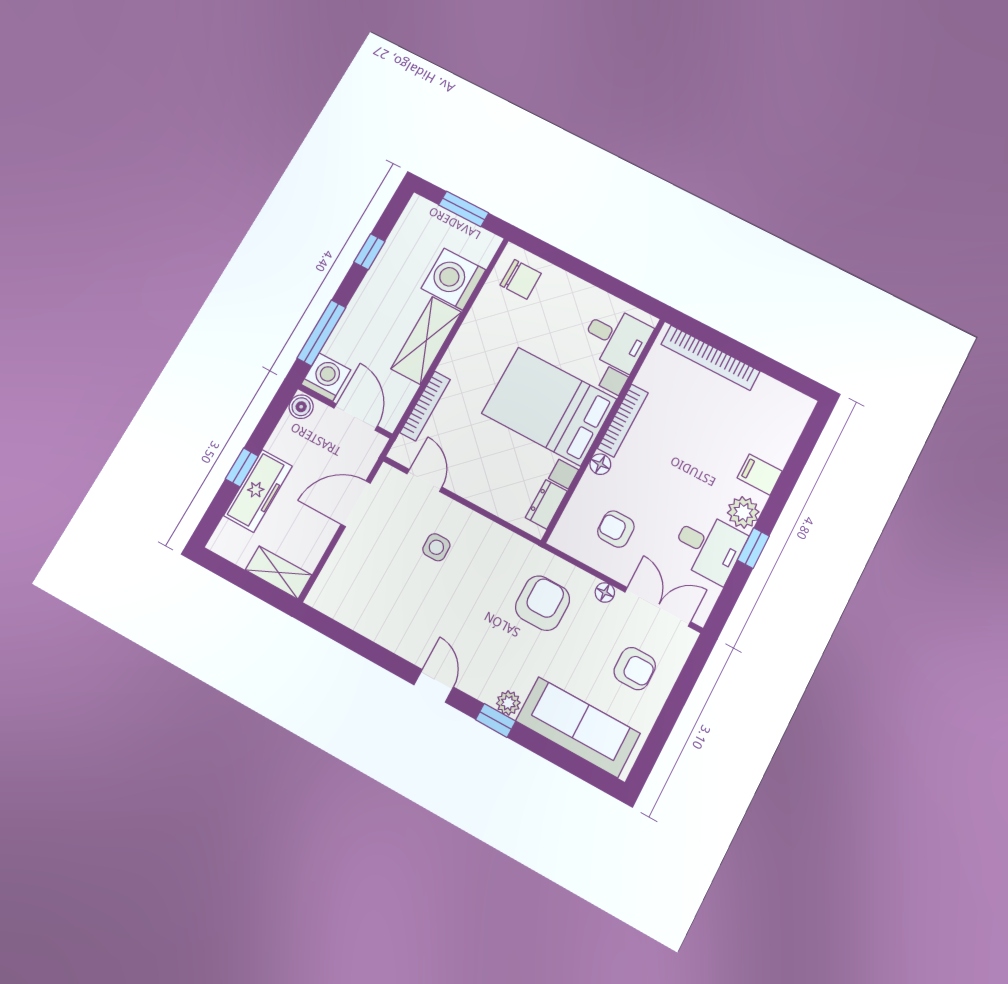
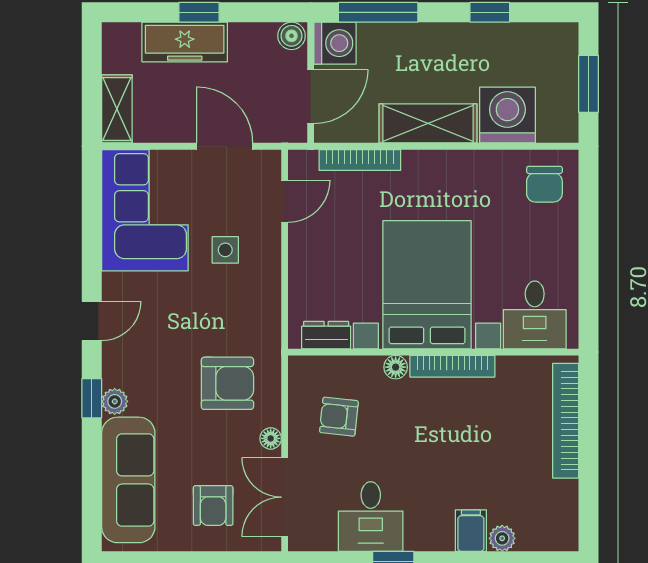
plant: (743, 512) -> (502, 538), moved, width x0.73, depth x0.73
armchair: (616, 529) -> (339, 417), turned -84
corner sofa: (370, 594) -> (145, 210), added
double door: (658, 607) -> (285, 497), swing flipped

